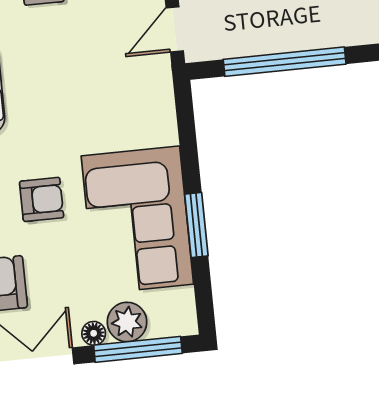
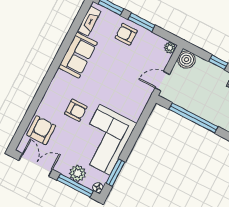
window: (196, 225) -> (115, 173), moved
floor lamp: (94, 333) -> (98, 188), moved

